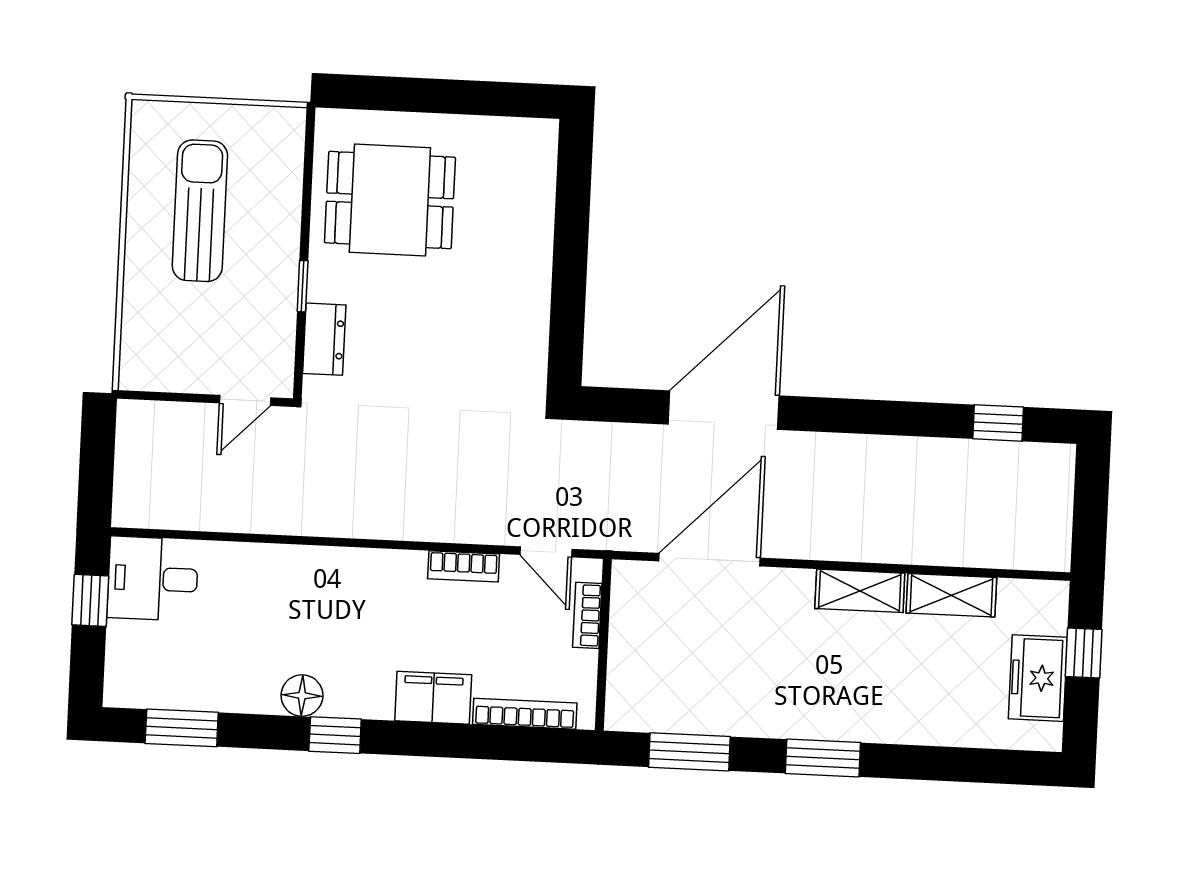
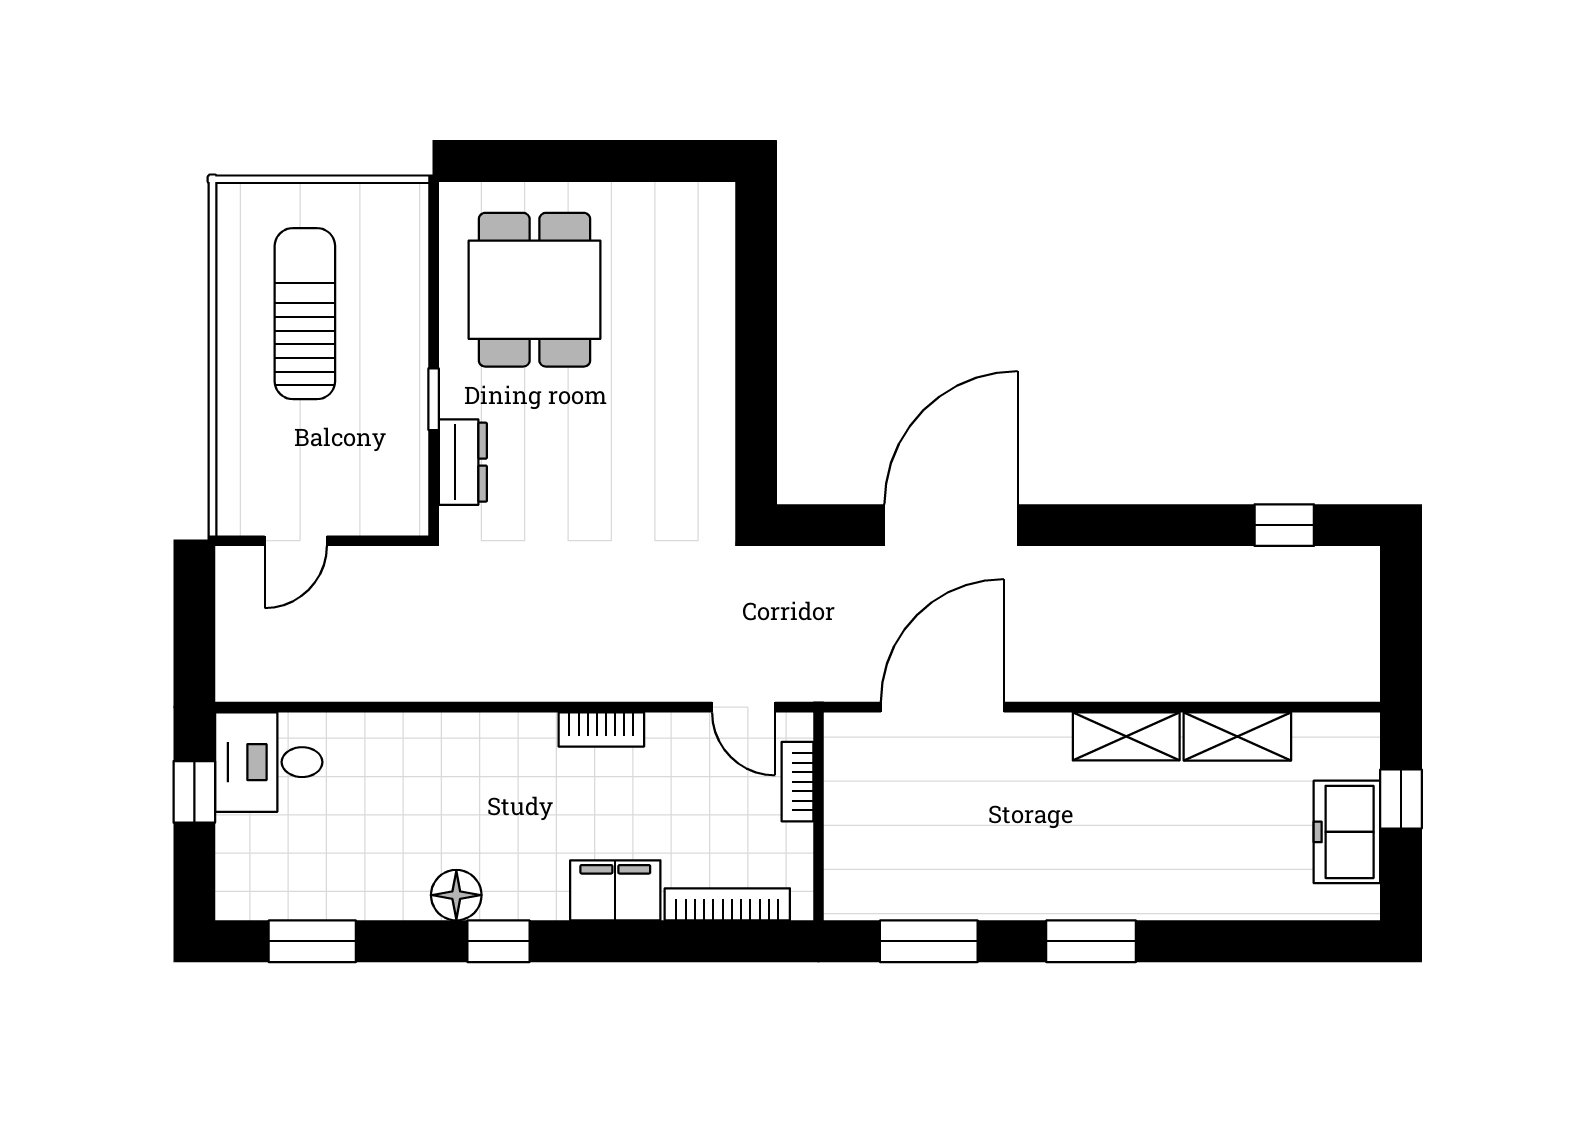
dining table: (390, 200) -> (535, 290), turned 90
door: (245, 400) -> (296, 541), moved
bookcase: (464, 566) -> (601, 729), moved

